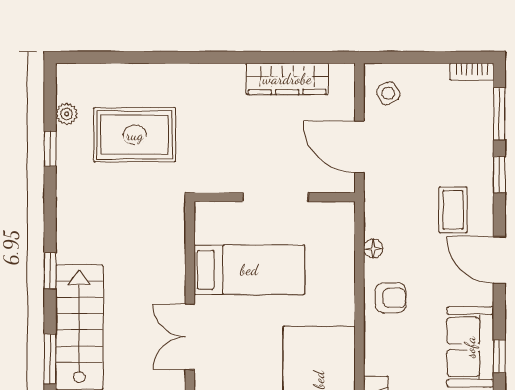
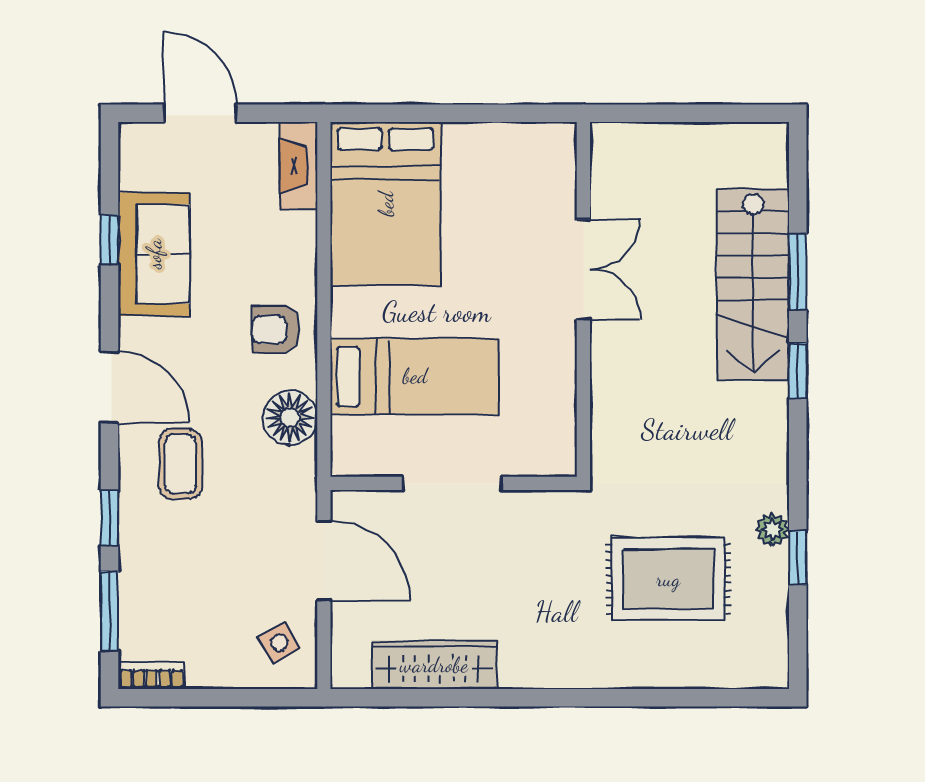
plant: (67, 114) -> (773, 530), moved
floor lamp: (373, 249) -> (290, 418), width x1.89, depth x1.89
bed: (249, 270) -> (415, 376), moved, turned 180
window: (50, 359) -> (798, 272), moved

